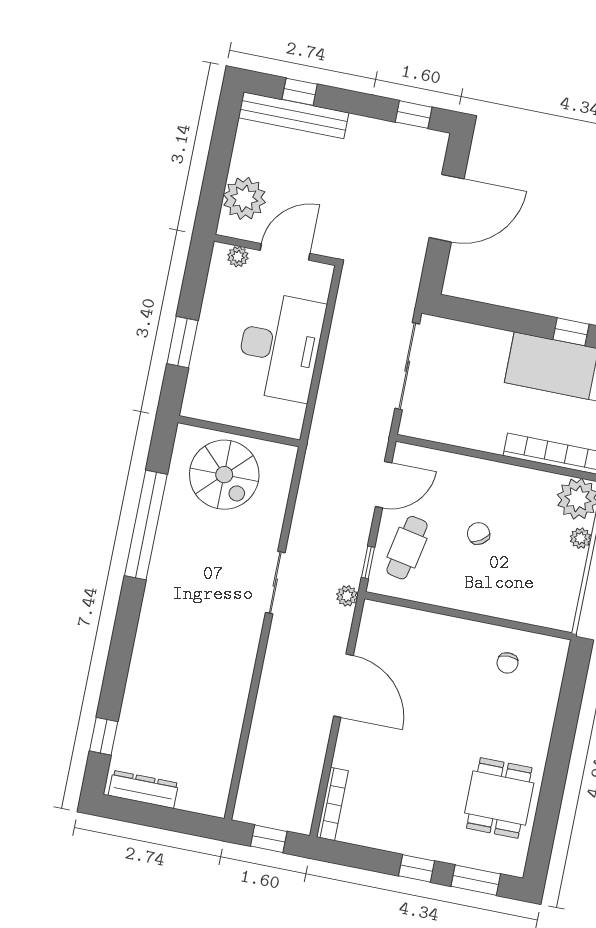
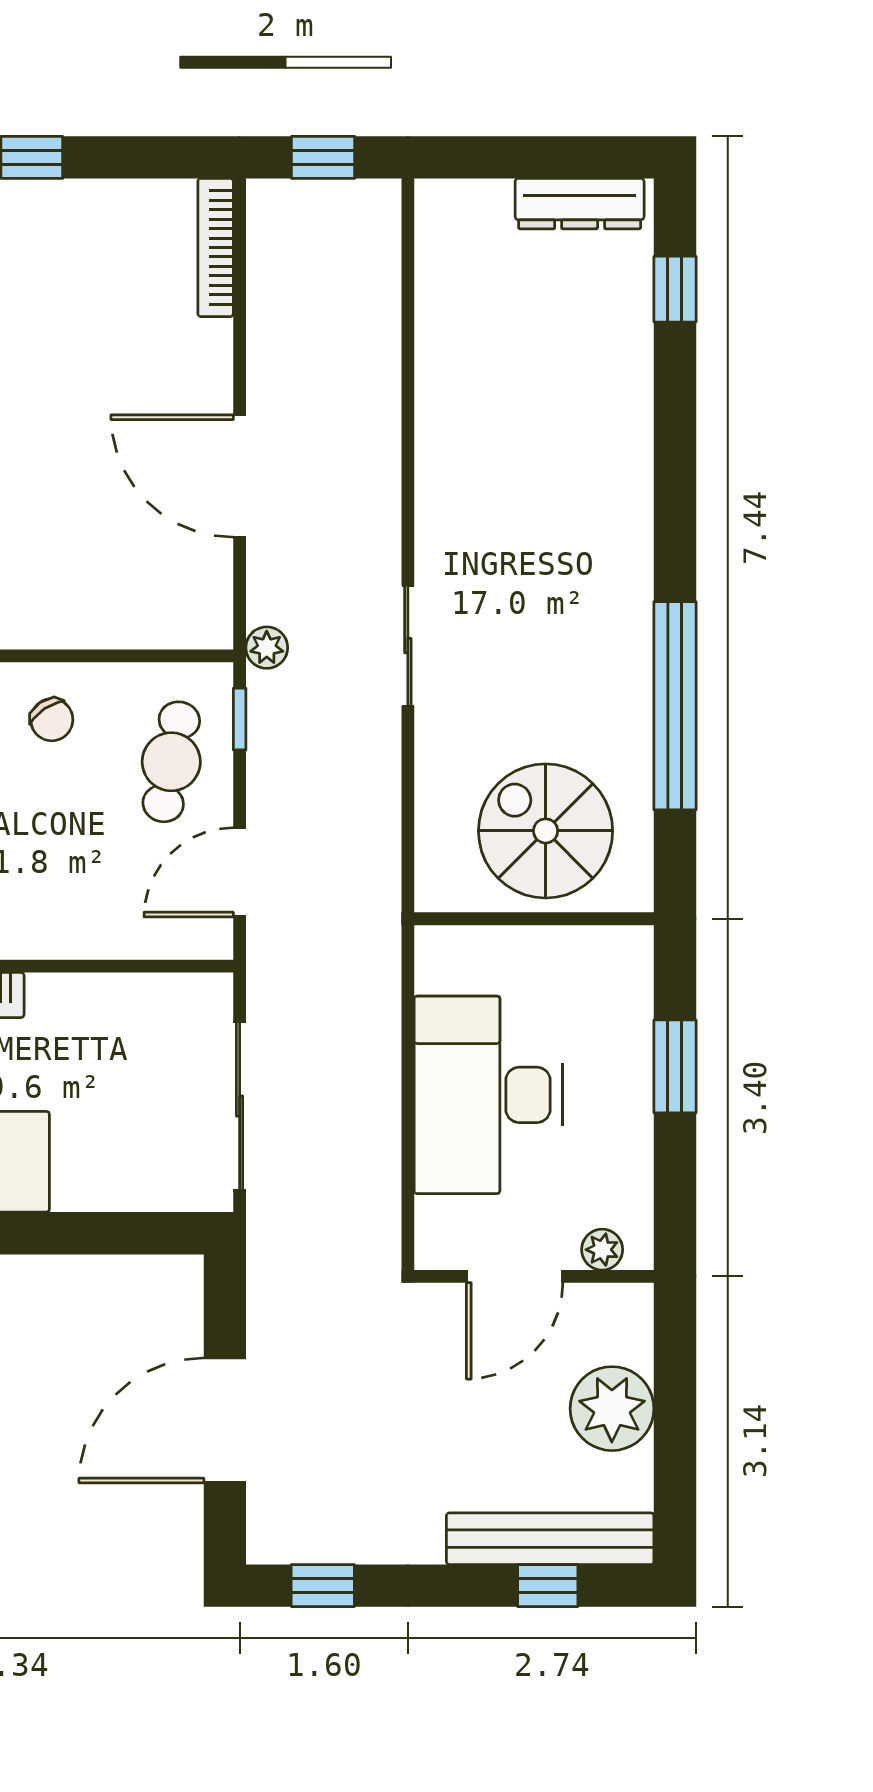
plant: (244, 198) -> (612, 1409), moved
chair: (478, 534) -> (52, 720), moved

